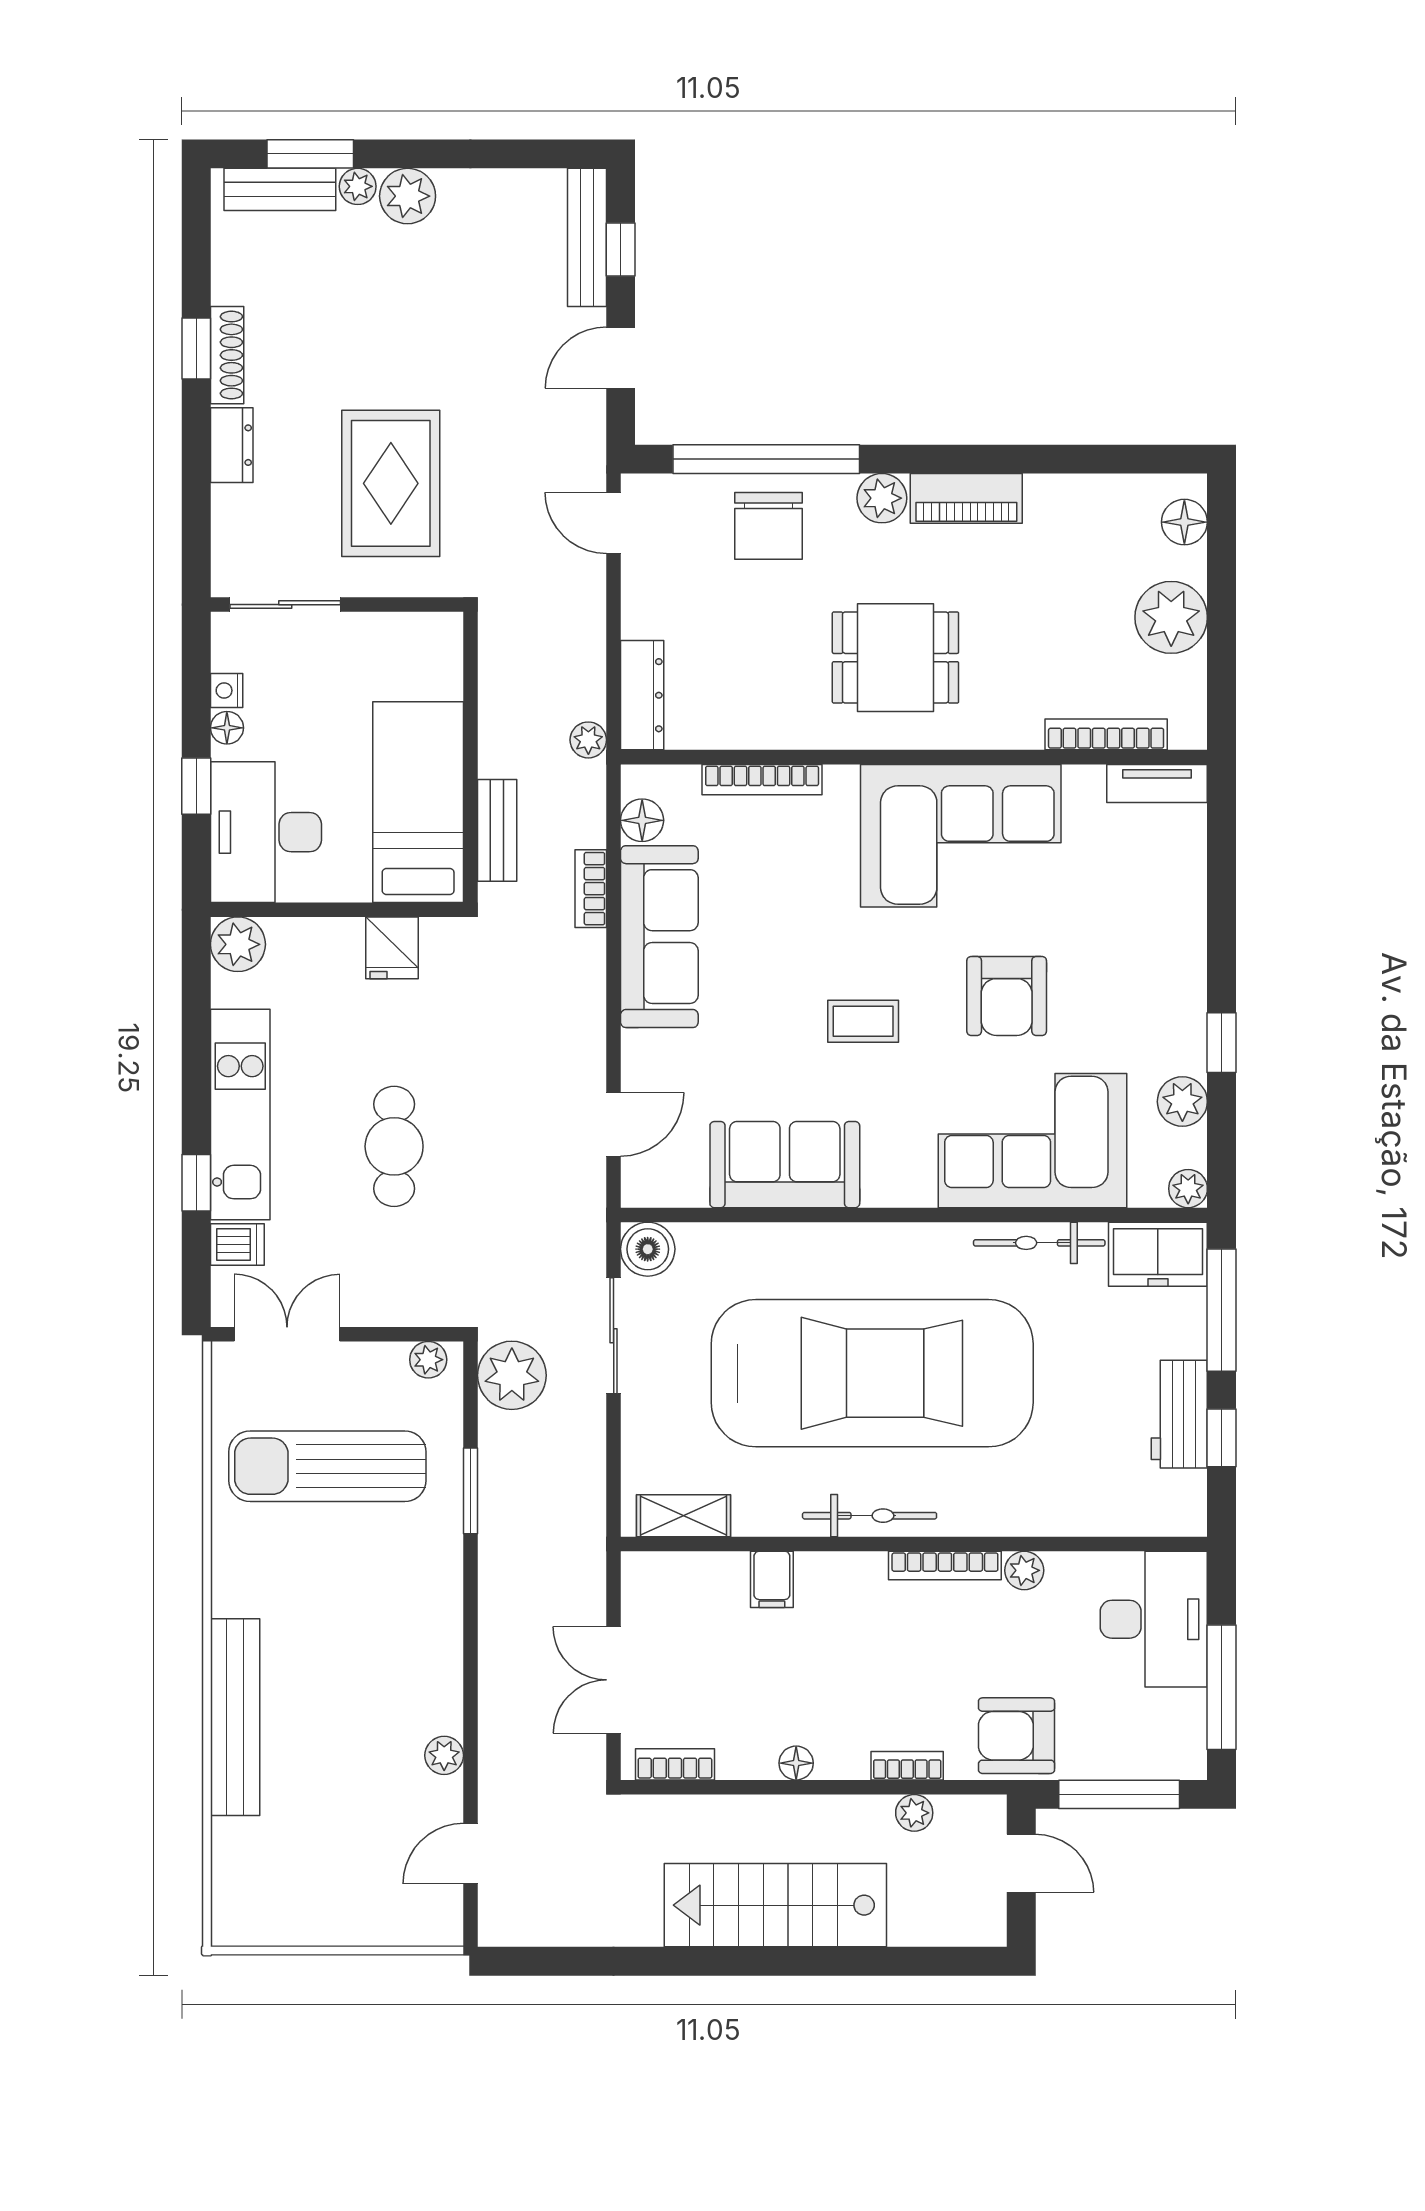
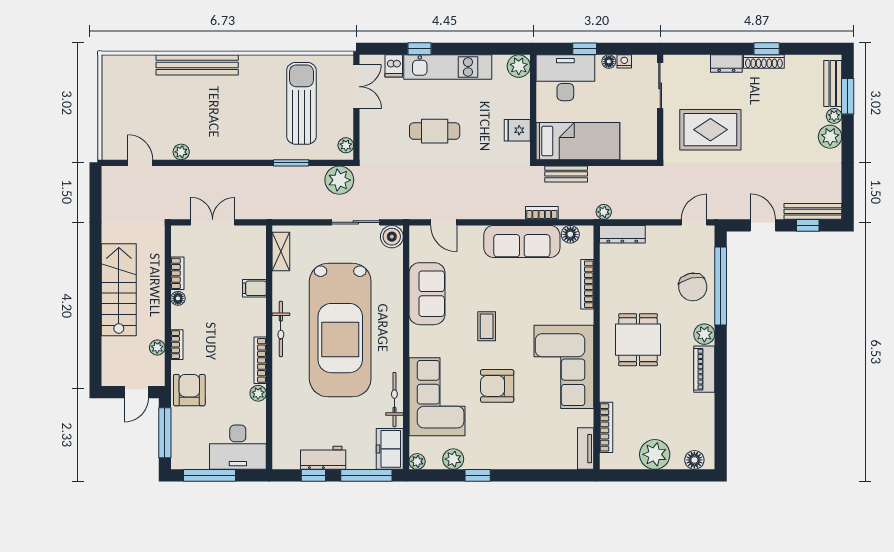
chair: (769, 526) -> (693, 287), turned -103
bookcase: (675, 1764) -> (177, 273), moved

